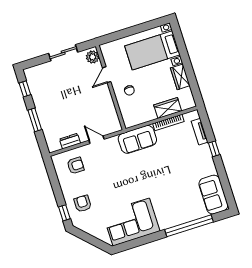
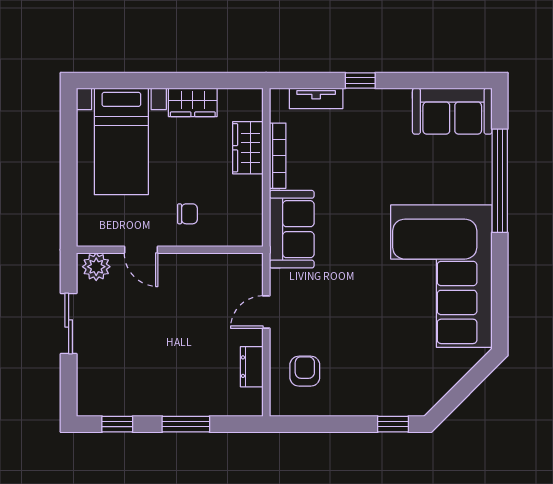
armchair: (83, 204) -> (386, 381), removed
corner sofa: (131, 222) -> (441, 276), width x1.36, depth x1.36

